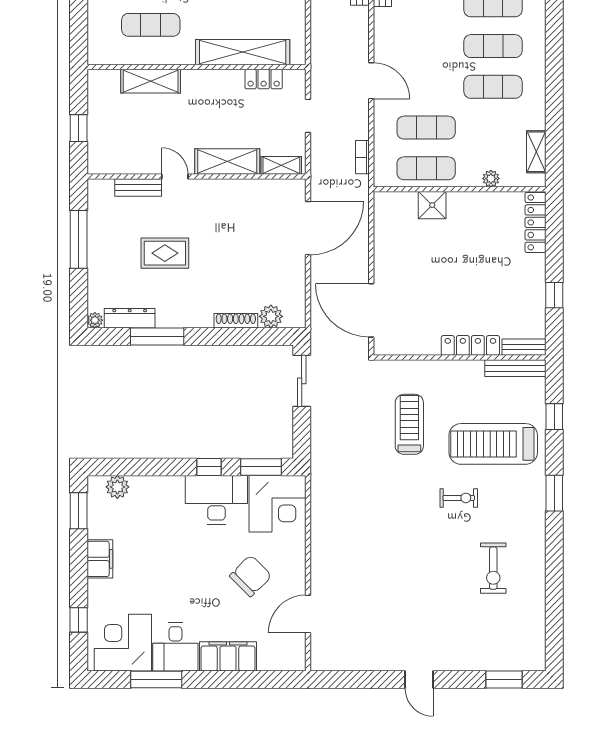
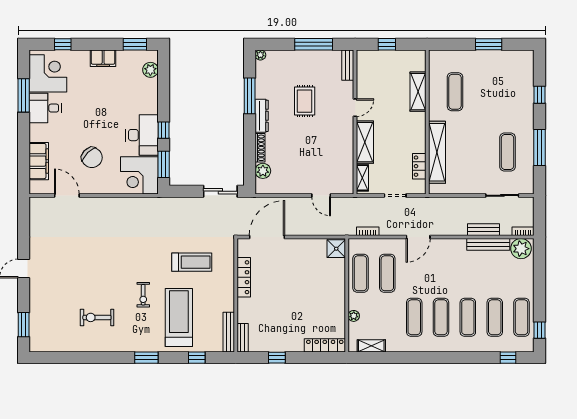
bench: (138, 188) -> (348, 65), moved
shower: (432, 205) -> (336, 249), moved
door: (308, 228) -> (321, 195), width x0.53
dresser: (130, 318) -> (262, 116), moved
locker: (470, 345) -> (244, 277), moved
filing cabinet: (228, 656) -> (39, 161), moved

